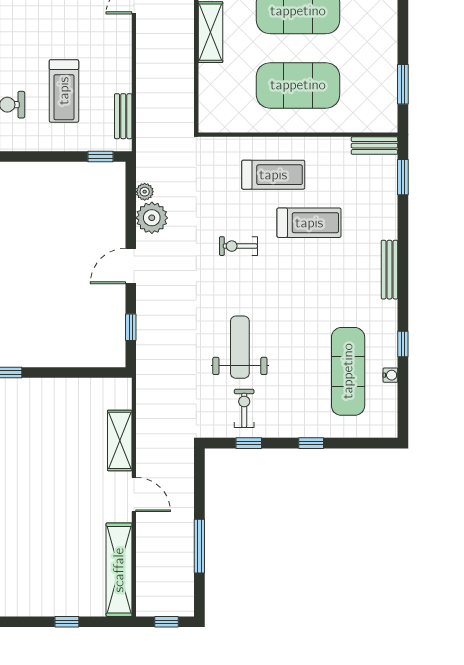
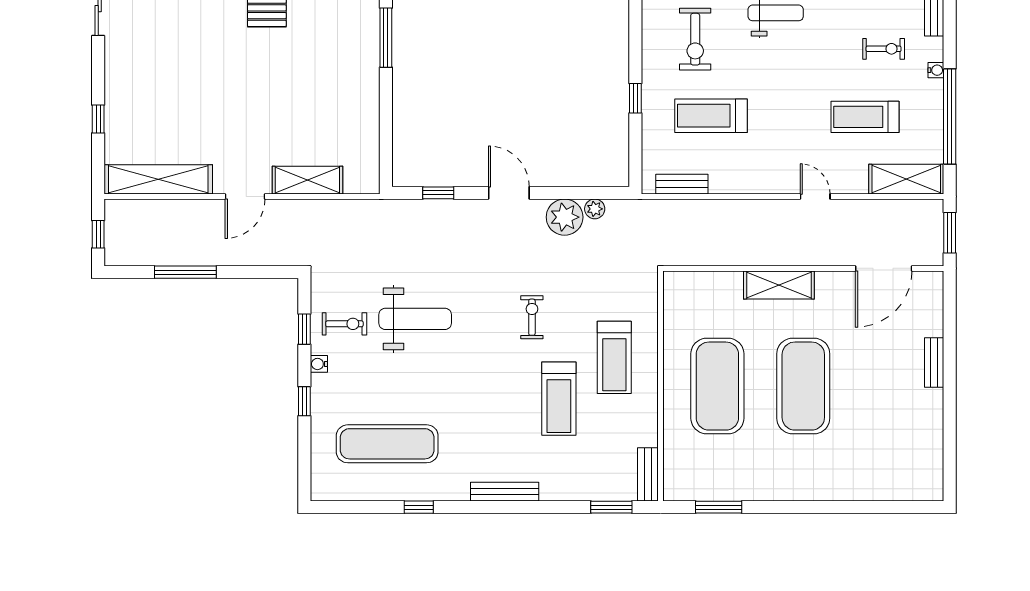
window: (100, 156) -> (635, 98), moved
water cooler: (390, 375) -> (319, 364), moved, turned 90

